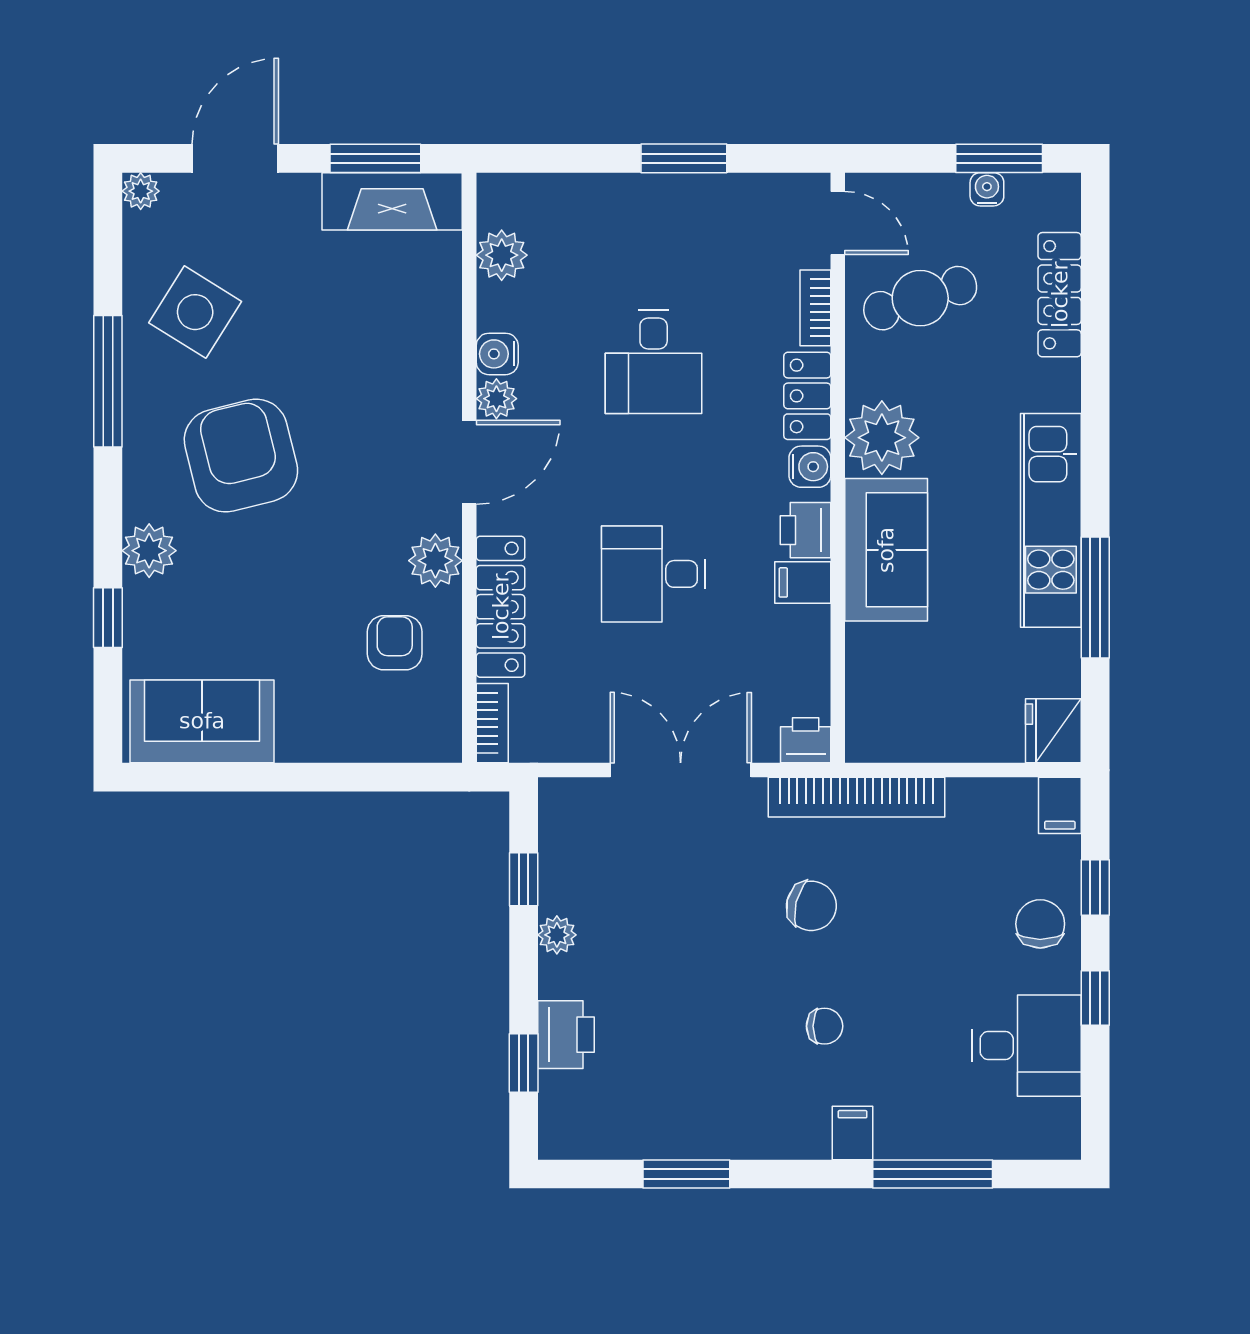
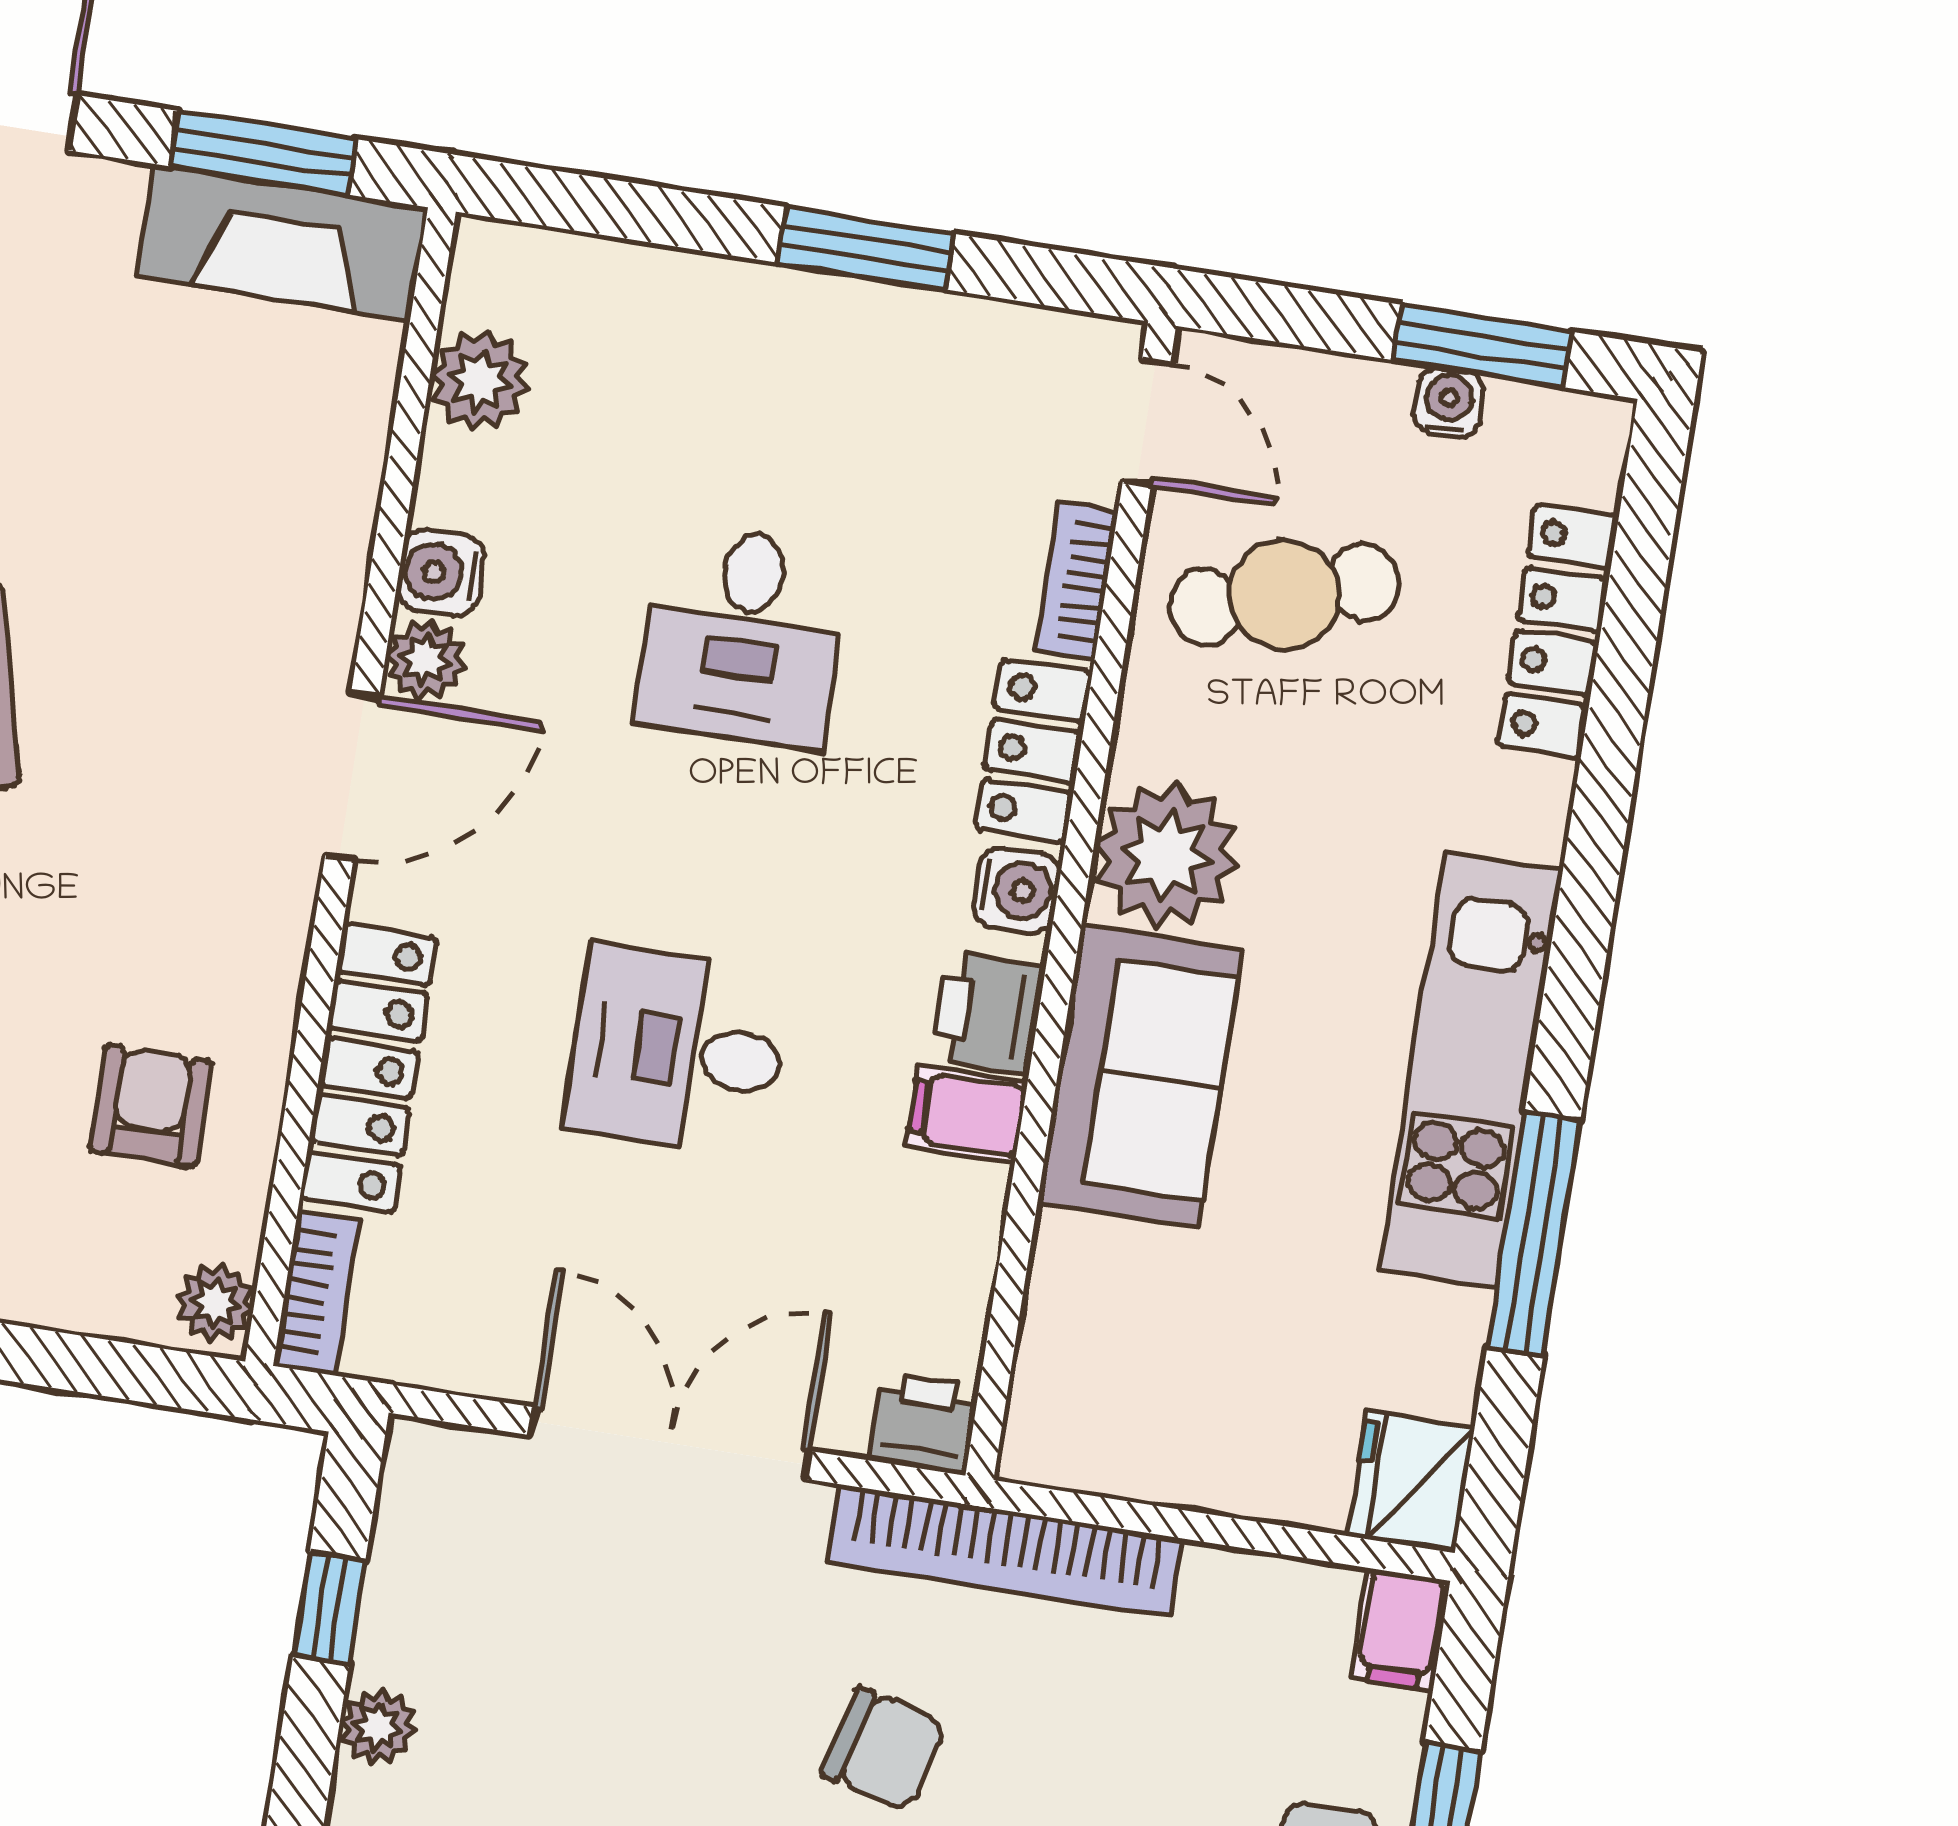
plant: (435, 561) -> (216, 1303), moved, width x0.73, depth x0.73

